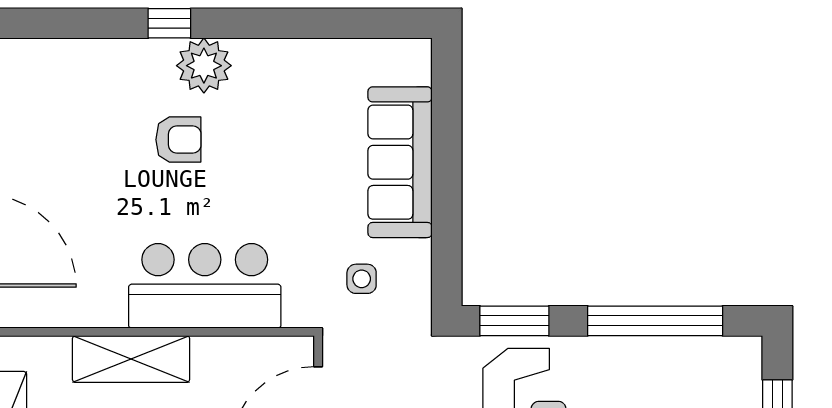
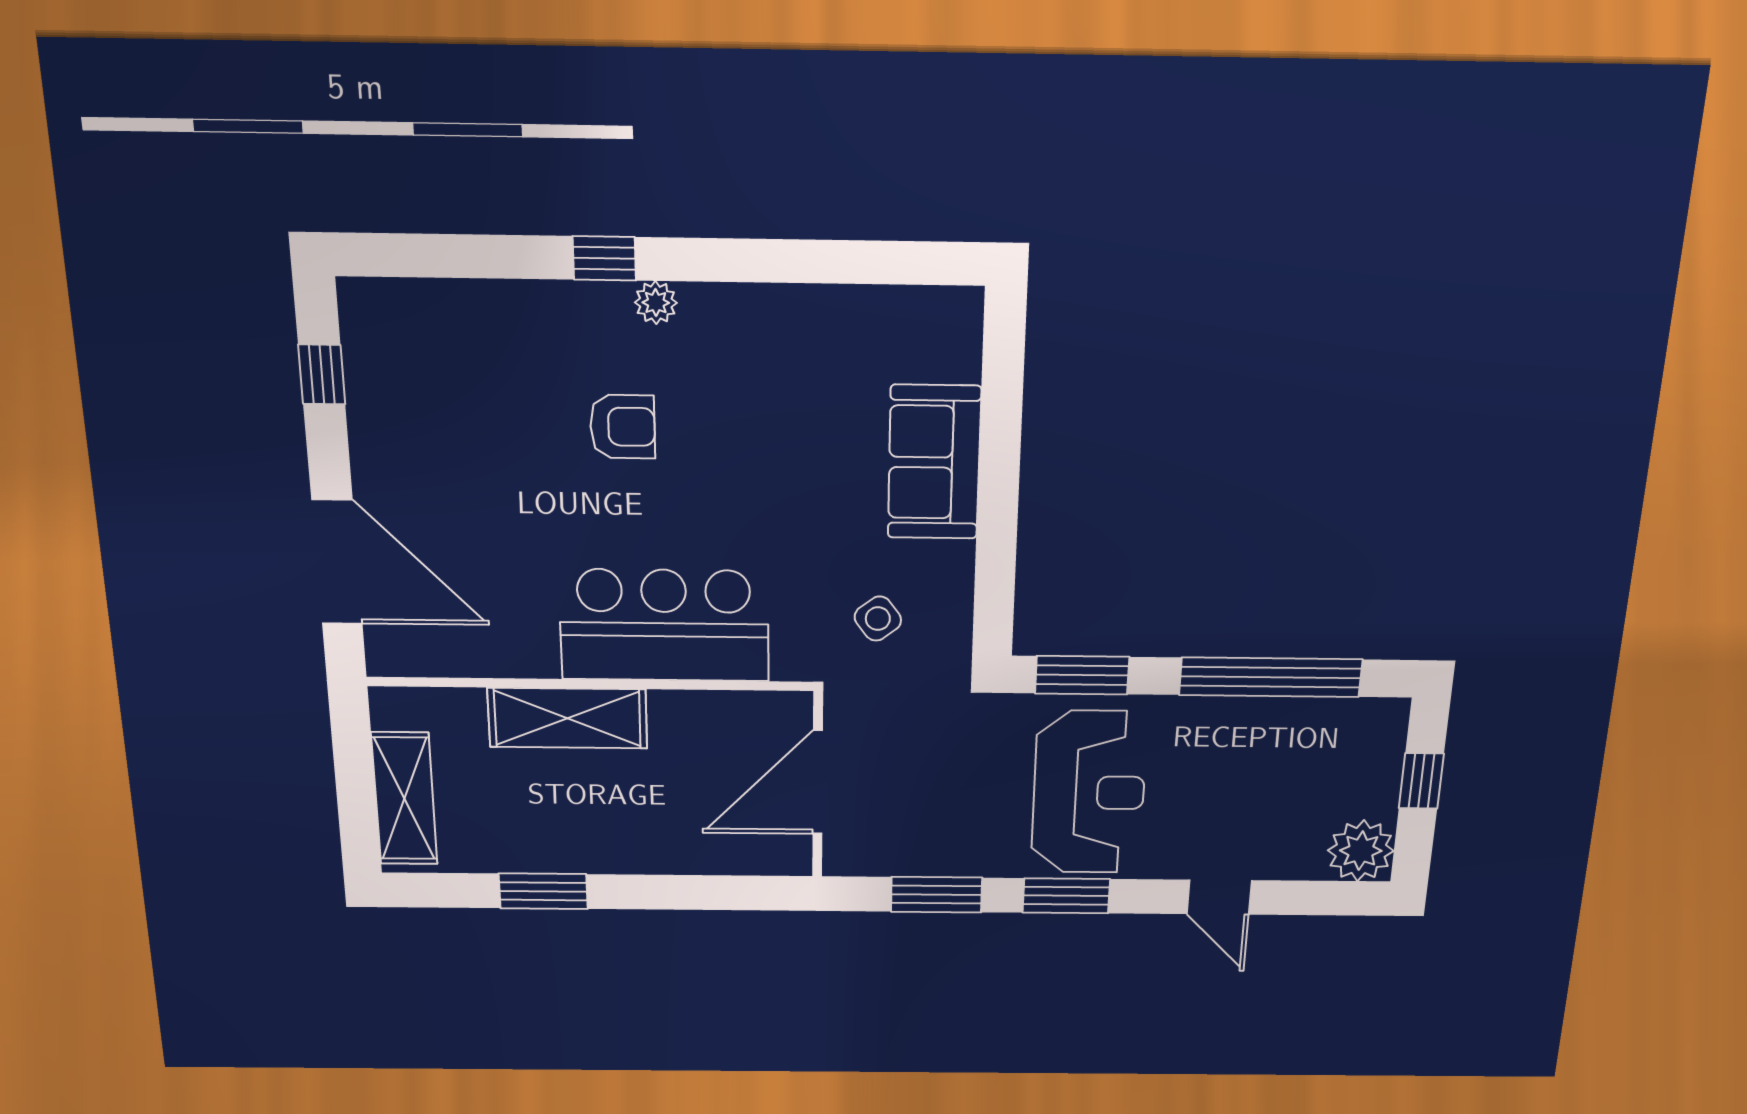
plant: (204, 66) -> (656, 303), width x0.53, depth x0.53
sofa: (400, 162) -> (934, 462), width x0.73
side table: (362, 279) -> (878, 619), turned -37

